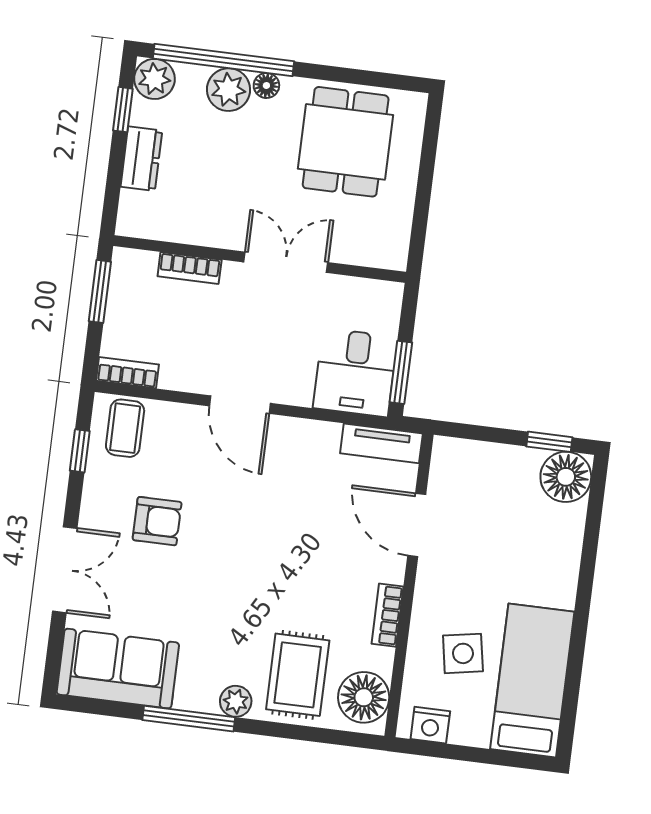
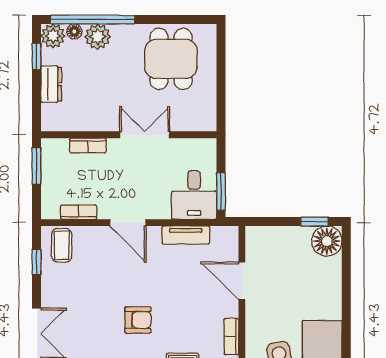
floor lamp: (266, 86) -> (74, 31), moved
bookcase: (127, 373) -> (79, 212), moved
tv unit: (381, 443) -> (186, 235), moved
armchair: (157, 521) -> (138, 320), moved

